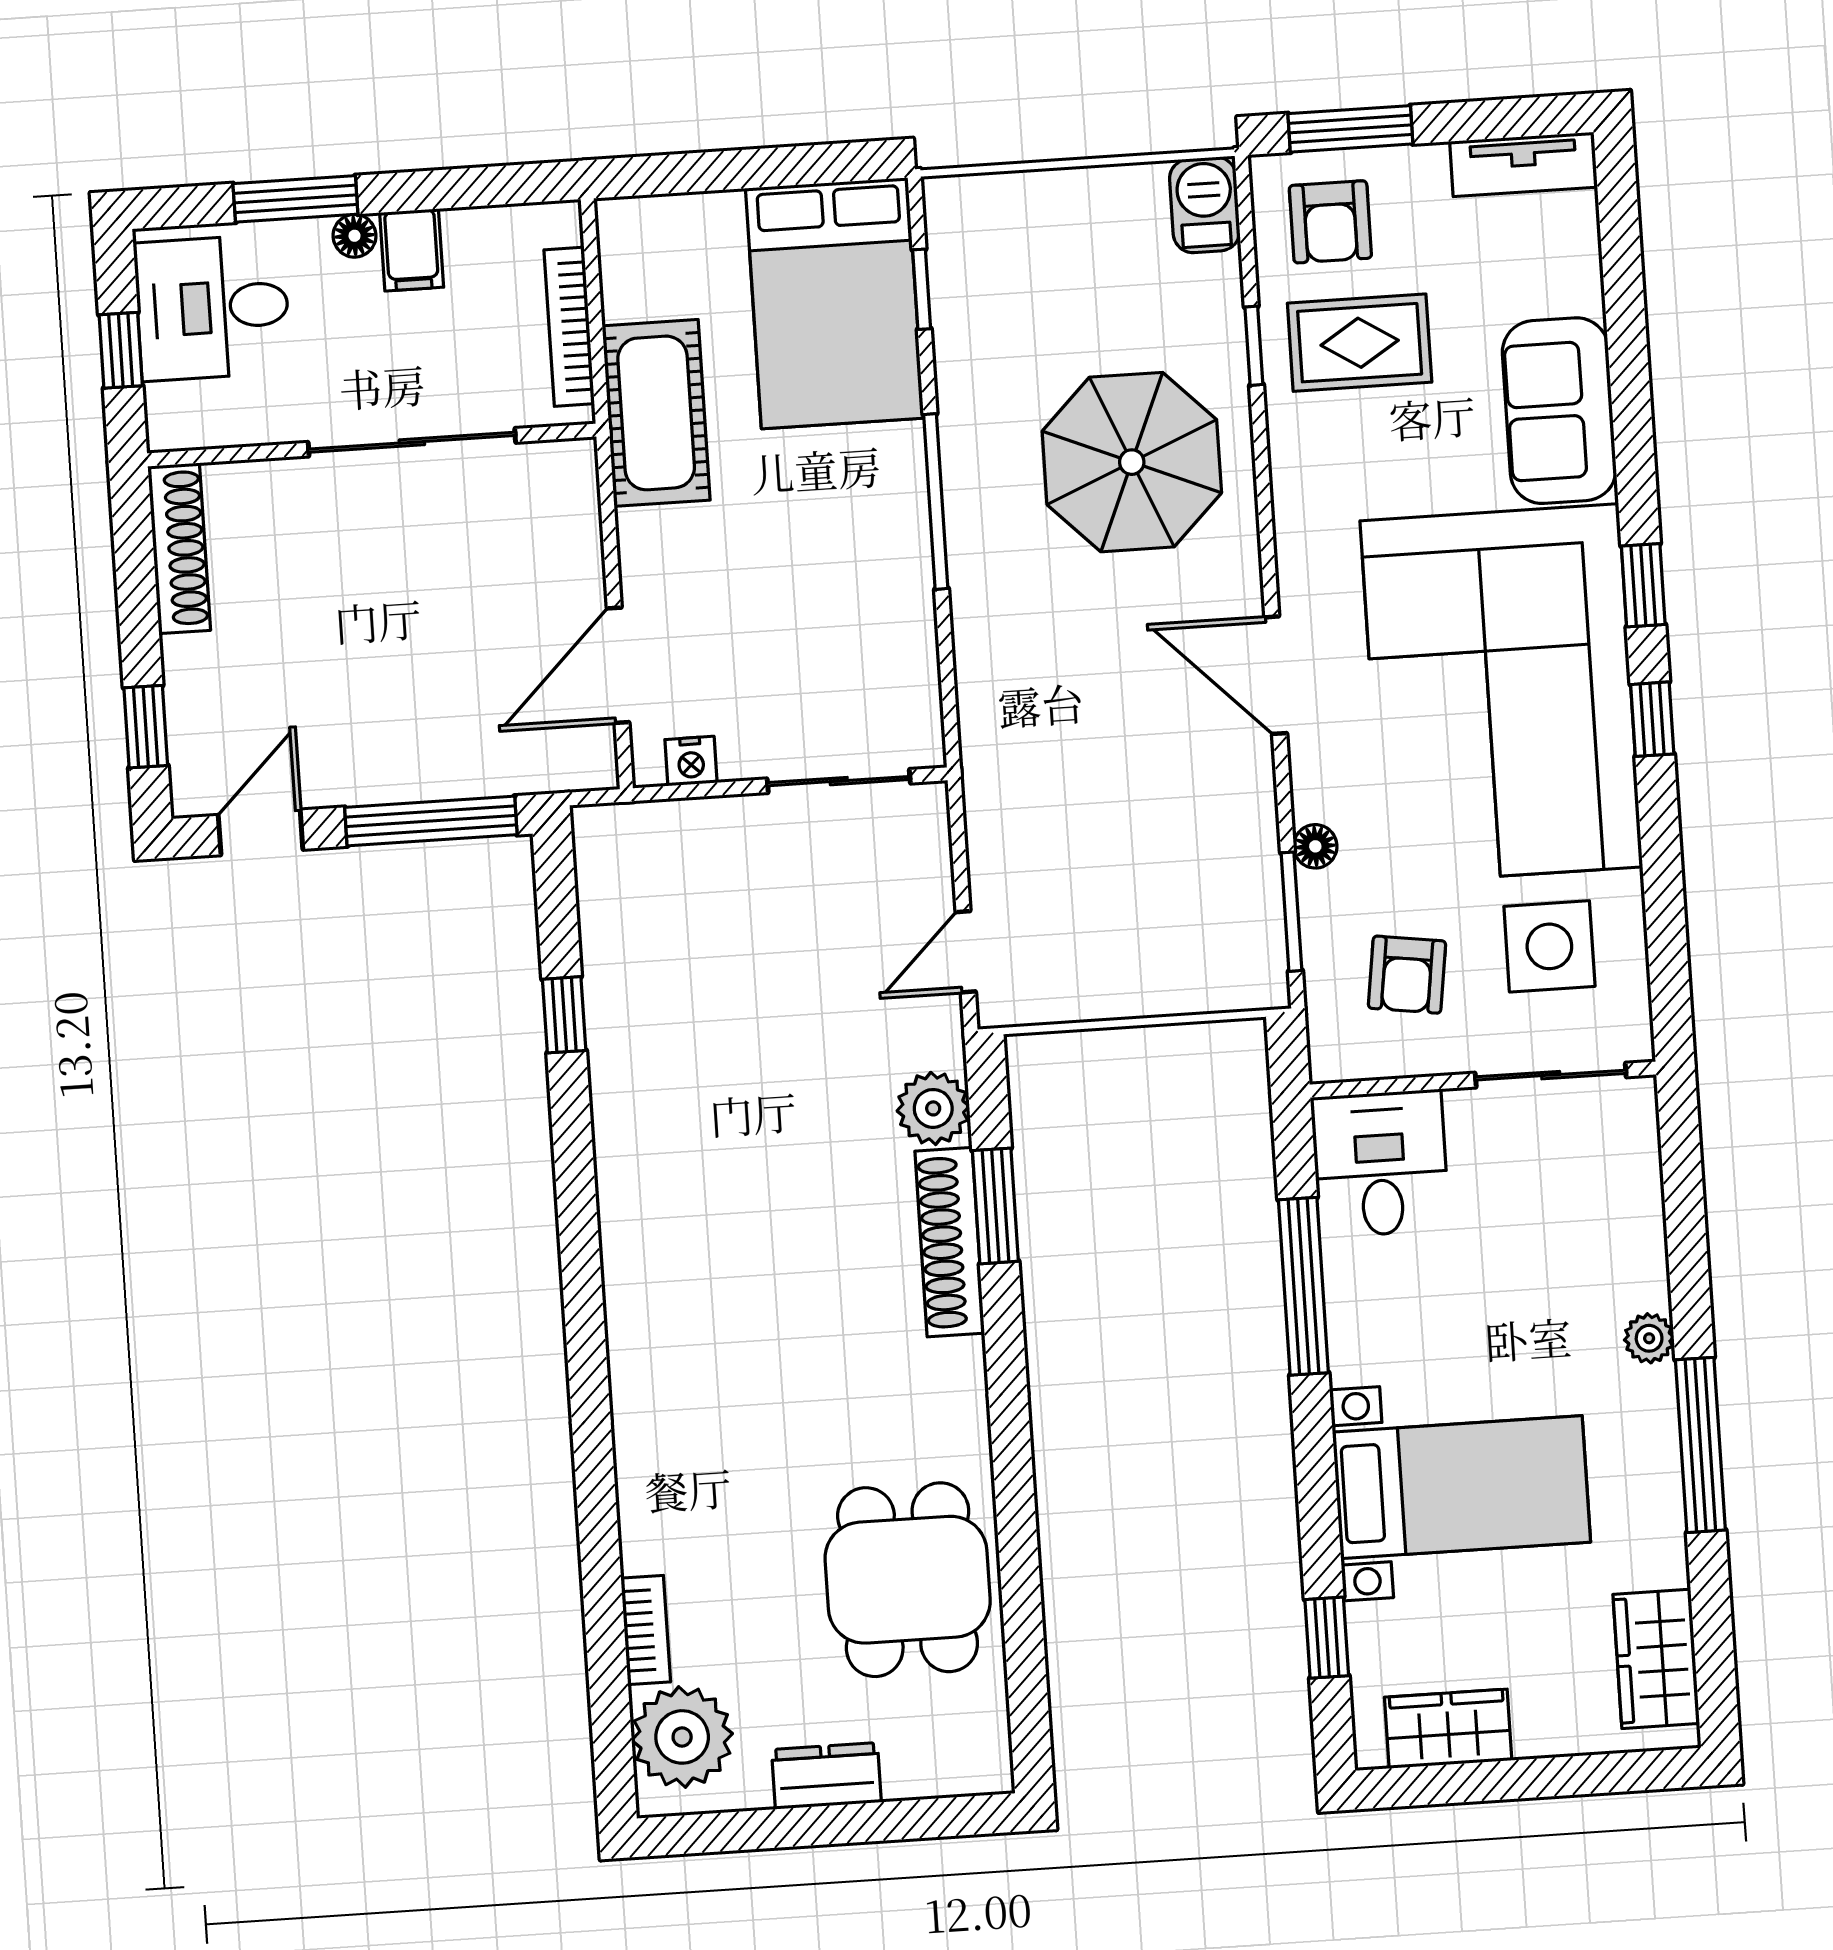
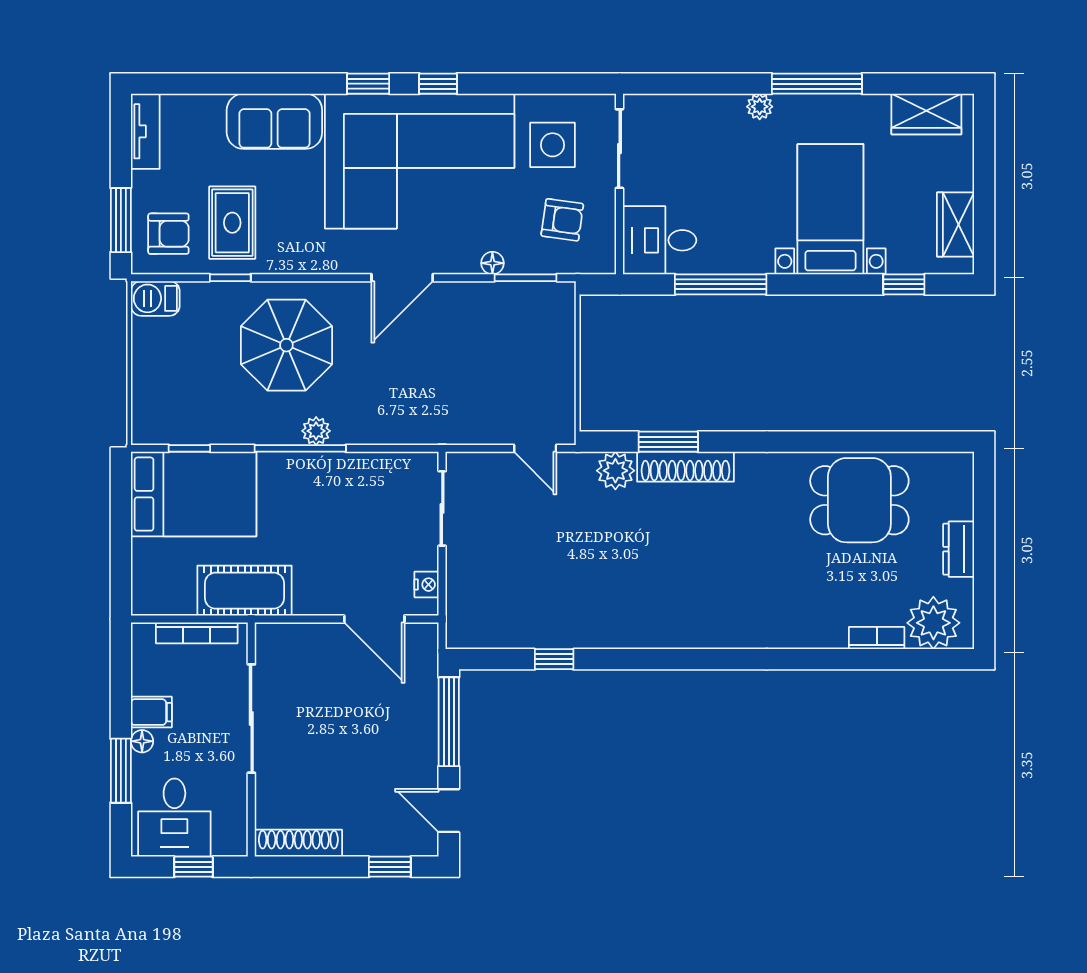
plant: (971, 530) -> (316, 431), added

